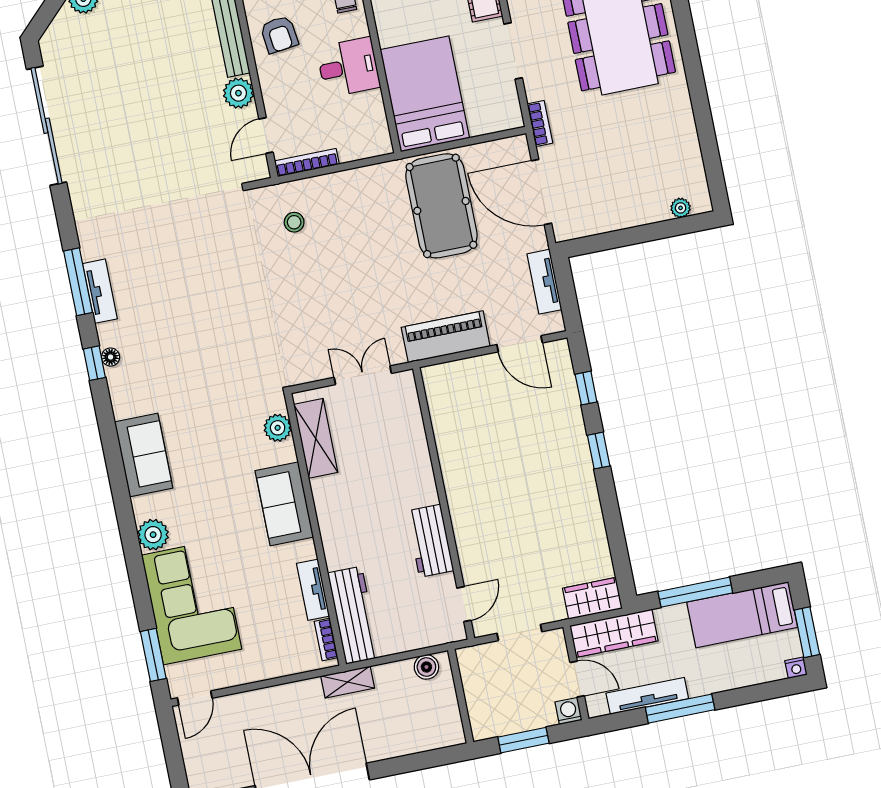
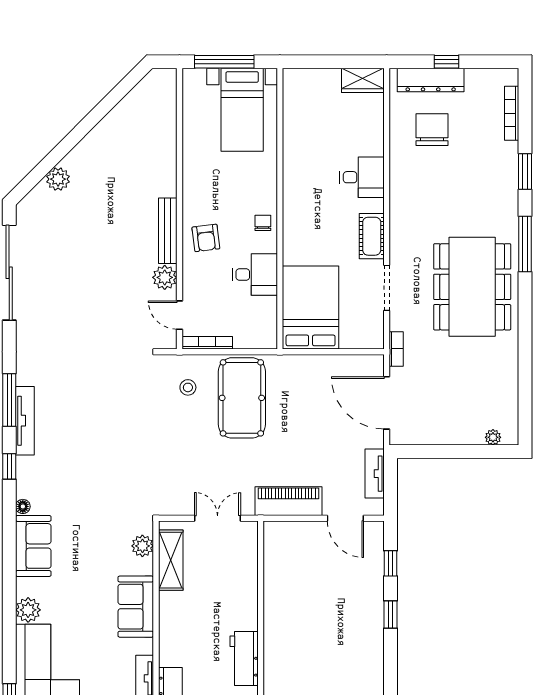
door: (266, 136) -> (180, 315), hinge flipped
pool table: (441, 206) -> (242, 398), moved
tv unit: (100, 291) -> (25, 421), width x1.41
floor lamp: (111, 357) -> (23, 506), moved

